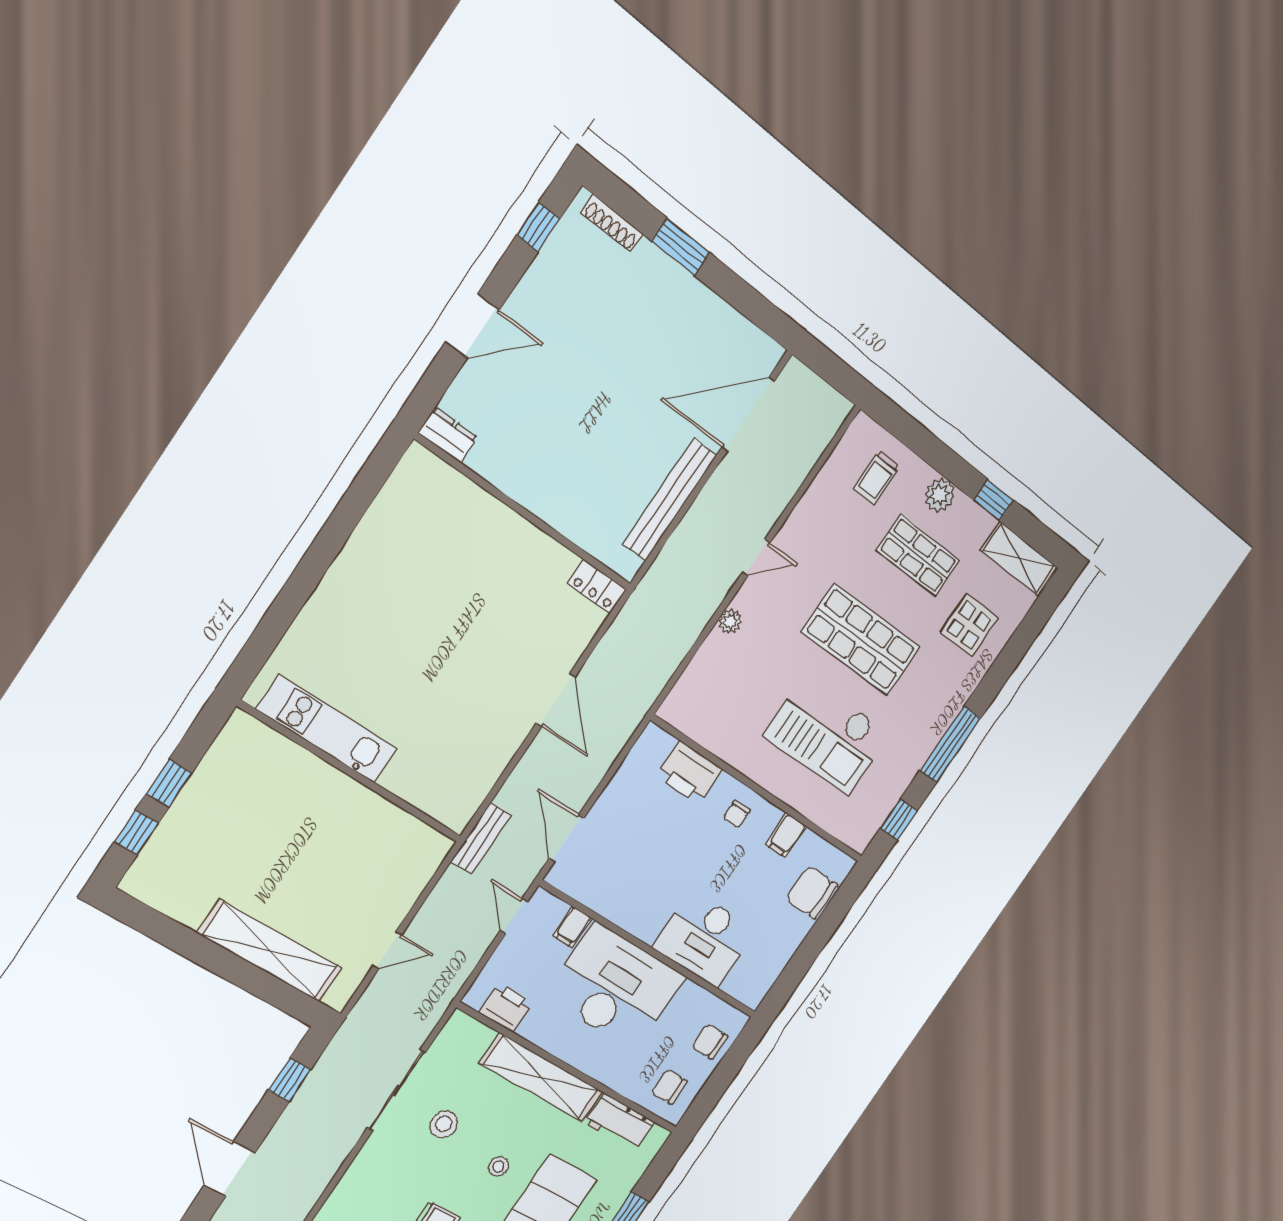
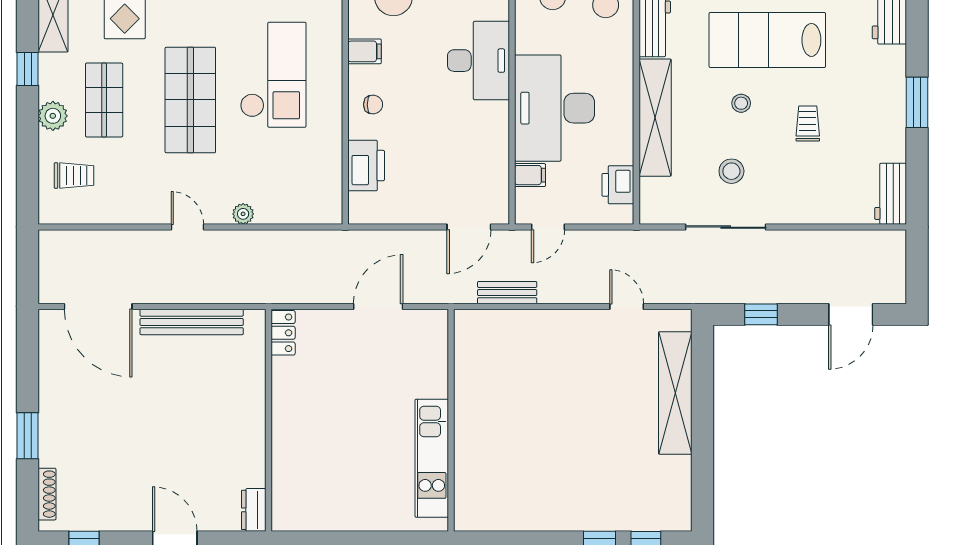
kitchen unit: (327, 729) -> (432, 458), moved
wall: (351, 773) -> (451, 420), moved

